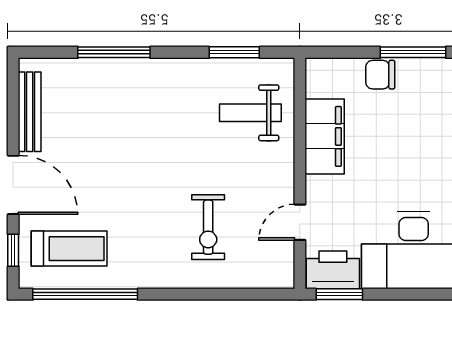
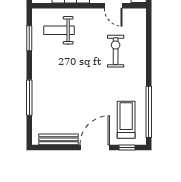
weight bench: (250, 113) -> (59, 30), turned 90
exercise bike: (208, 227) -> (116, 51), turned -90

